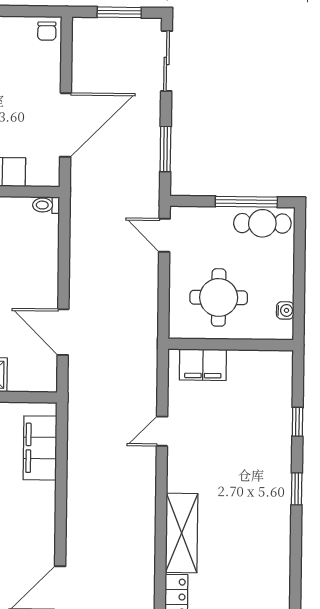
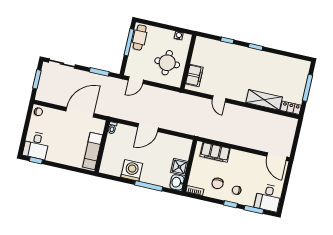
door: (66, 125) -> (80, 112), hinge flipped
door: (63, 332) -> (148, 128), moved

